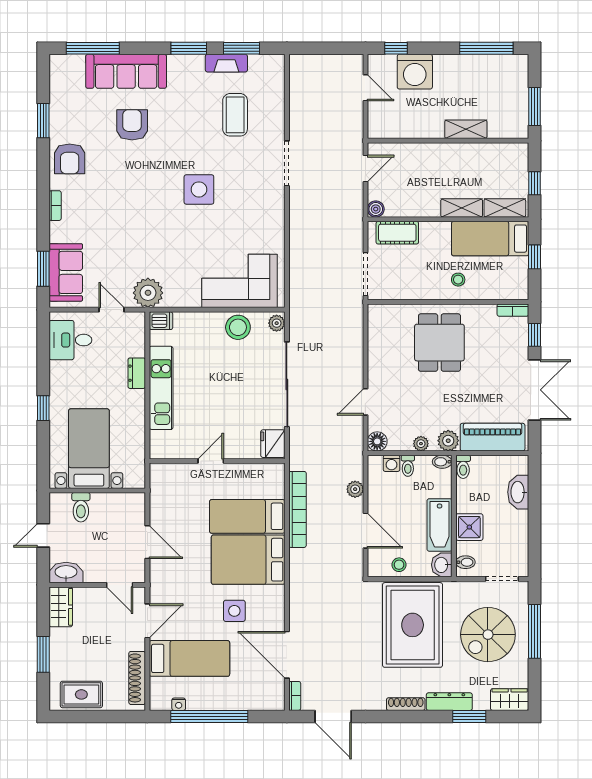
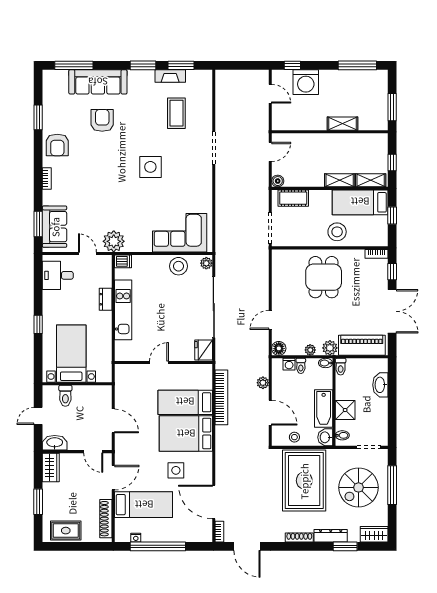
stool: (458, 280) -> (337, 232), width x1.89, depth x1.89

